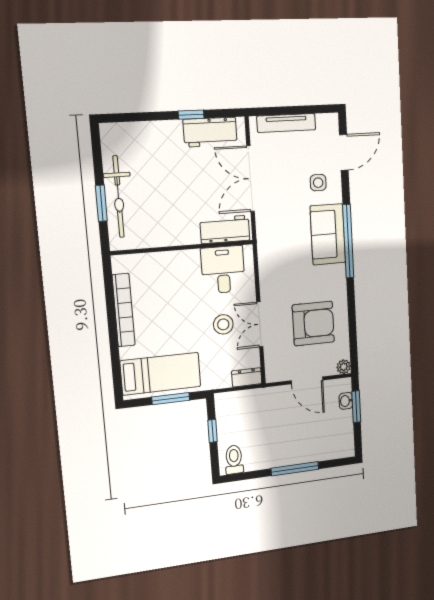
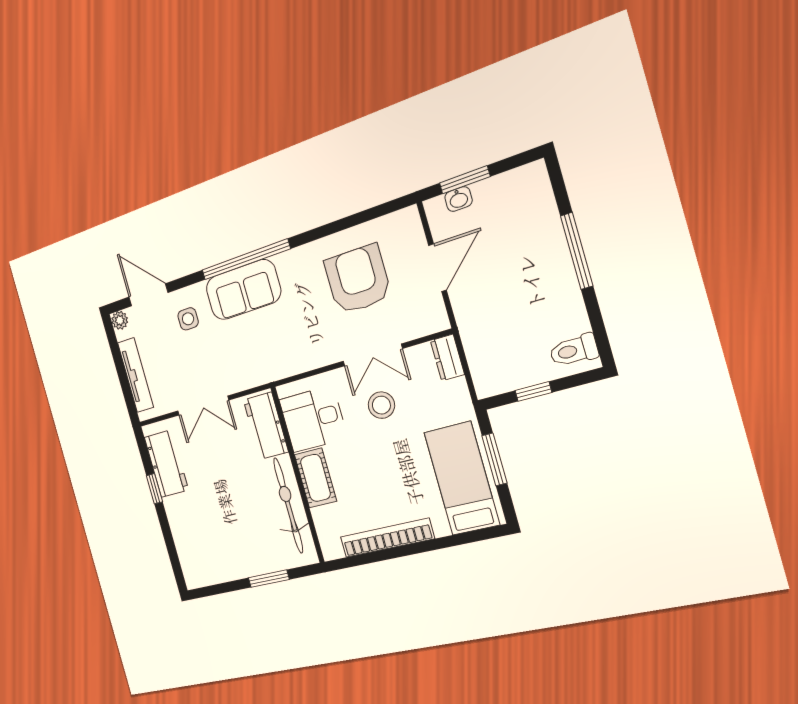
double door: (250, 179) -> (203, 406), width x0.73
bicycle: (118, 197) -> (288, 505), moved, turned -90
cot: (178, 262) -> (315, 478), added
plant: (344, 367) -> (120, 320), moved

